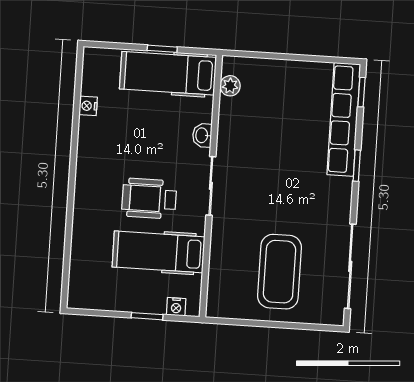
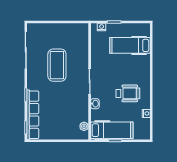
wheelchair: (149, 199) -> (128, 93), moved
hospital bed: (159, 252) -> (130, 45), moved, turned 180
coffee table: (280, 272) -> (57, 65), moved

